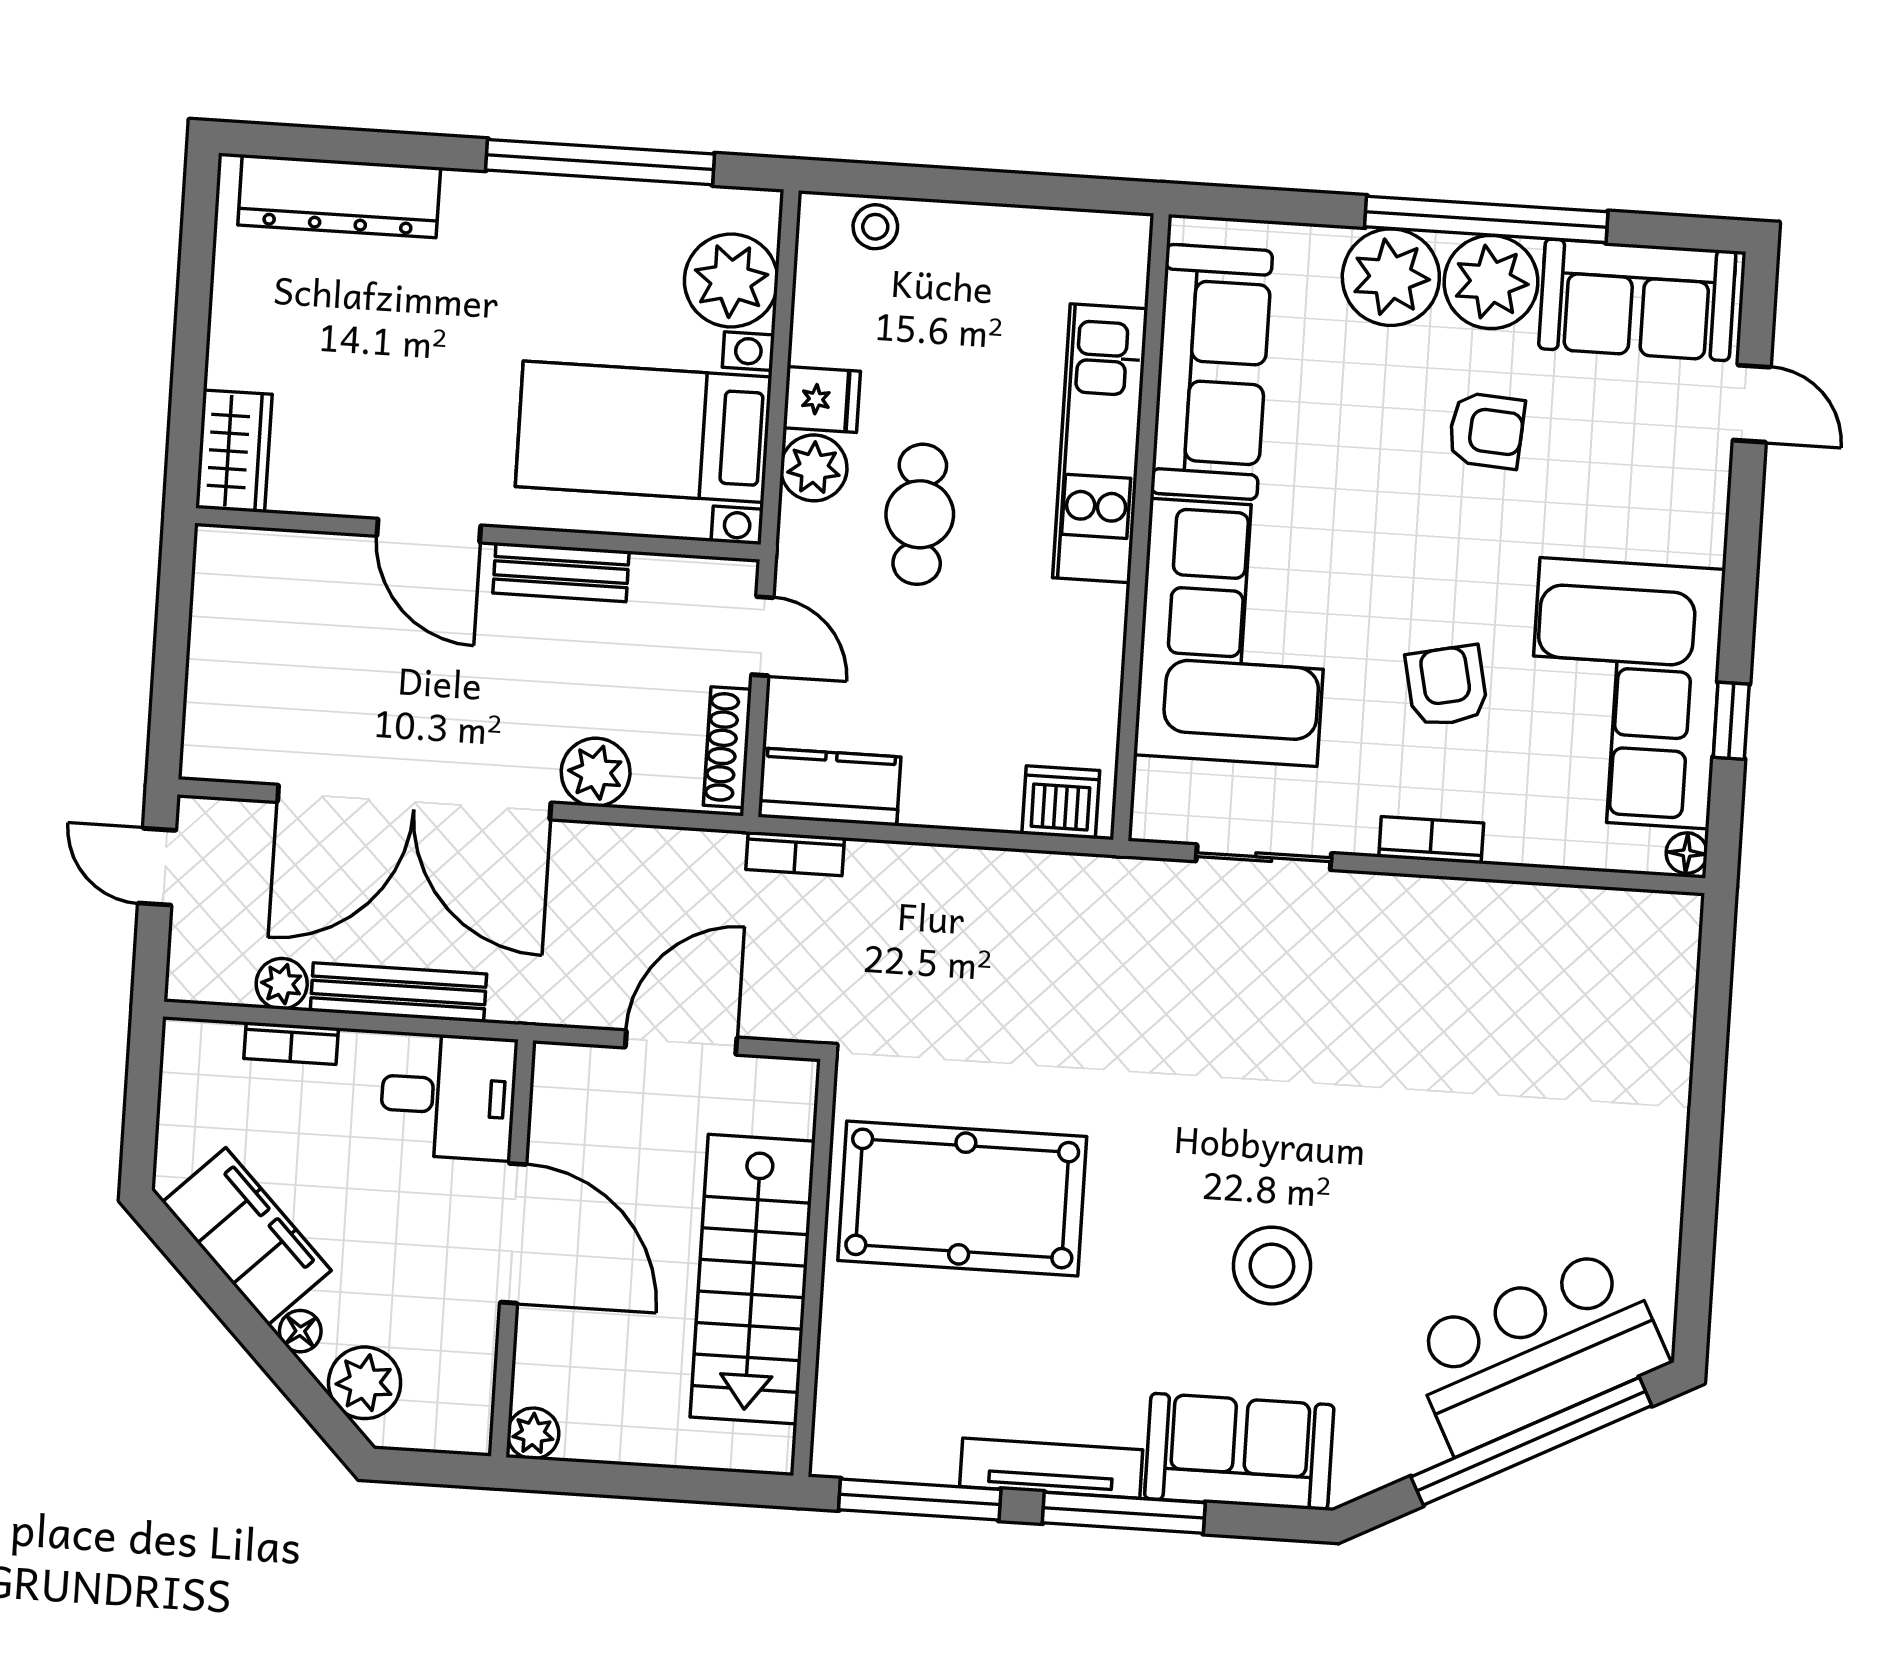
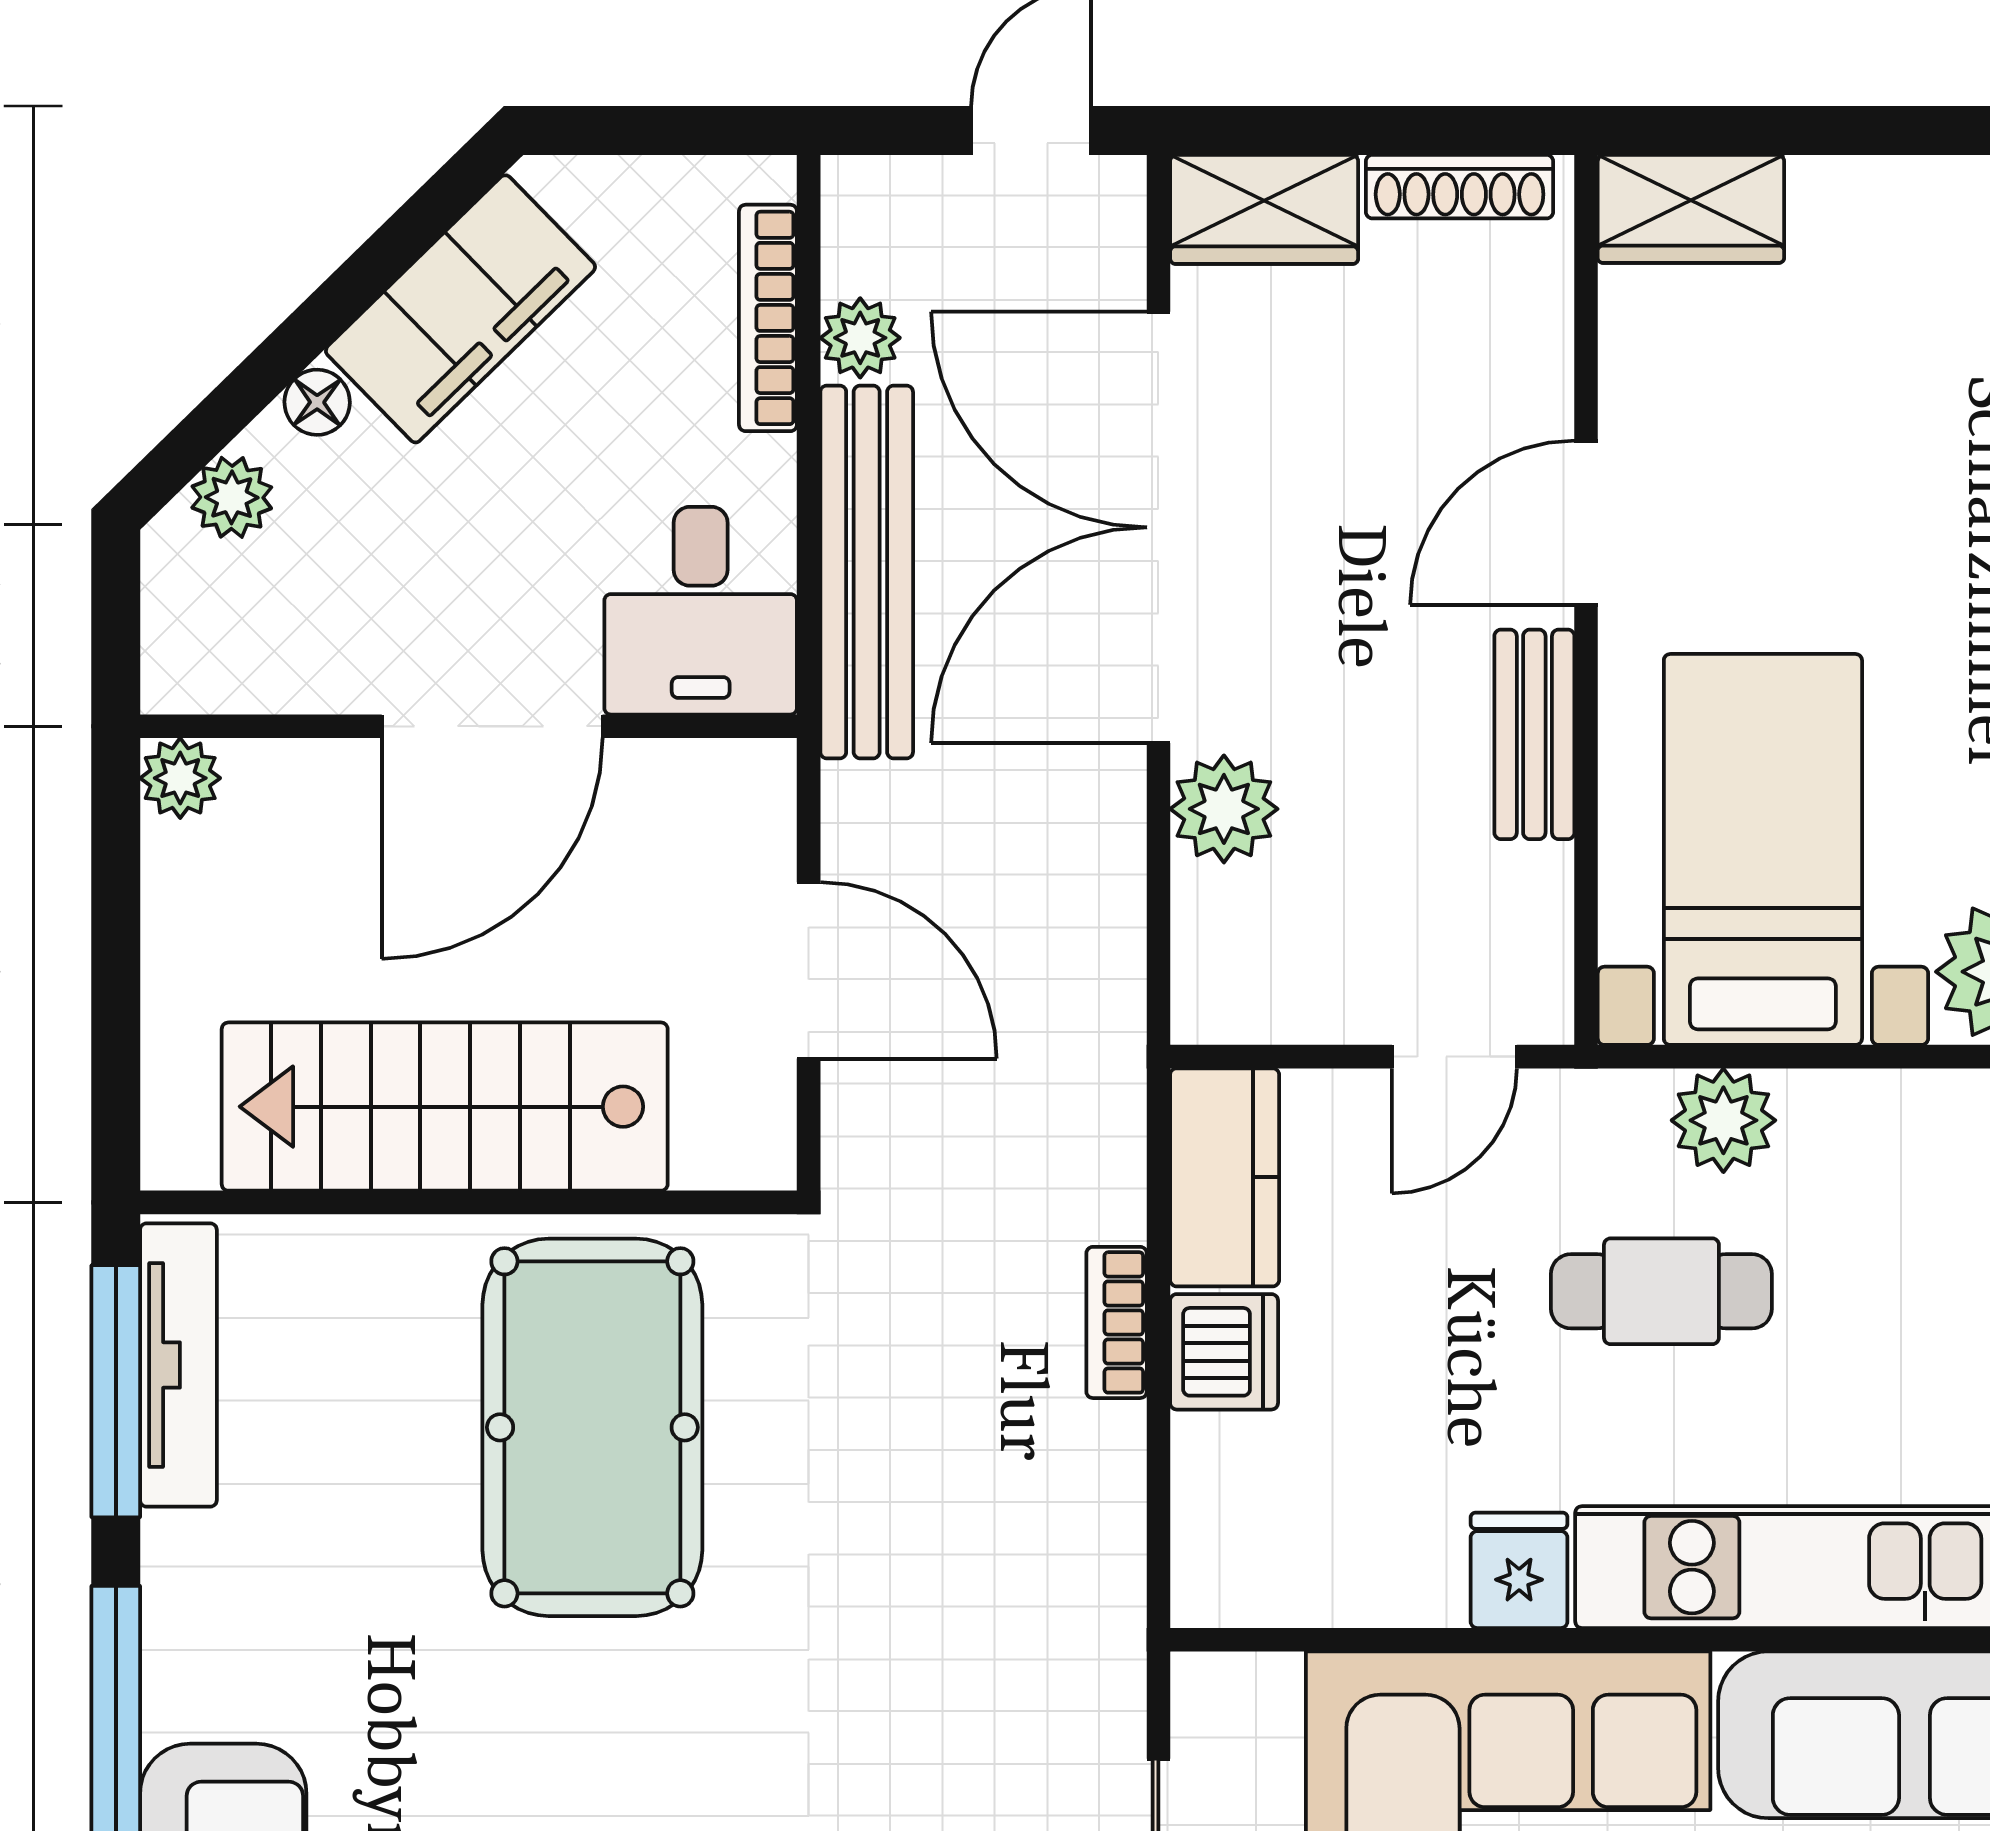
fridge: (822, 399) -> (1519, 1570), moved, turned 180
wardrobe: (217, 722) -> (1264, 209), added
shoe rack: (727, 747) -> (1460, 187), moved, turned 180
dishwasher: (1061, 802) -> (1224, 1352), moved
bookcase: (795, 854) -> (1117, 1322), moved
bench: (398, 992) -> (867, 572), width x1.37, depth x1.21
bookcase: (291, 1043) -> (768, 318), width x1.56
plant: (365, 1383) -> (232, 497), width x0.73, depth x0.73
tv unit: (1051, 1468) -> (178, 1365), moved

